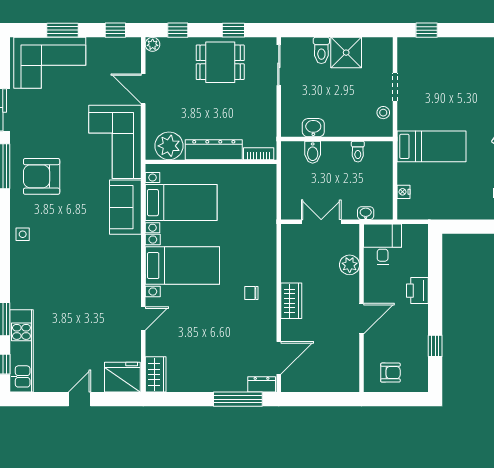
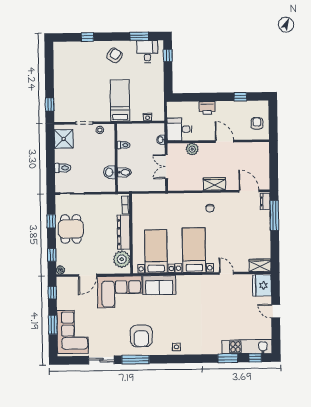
shower: (346, 53) -> (64, 139), moved

